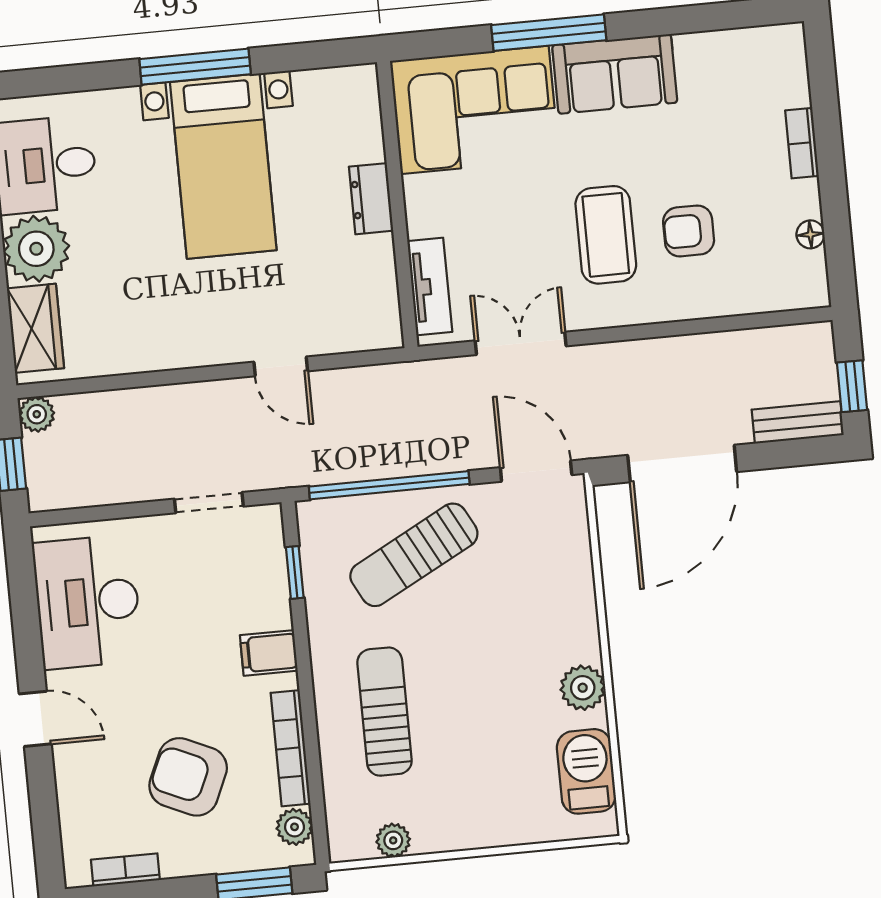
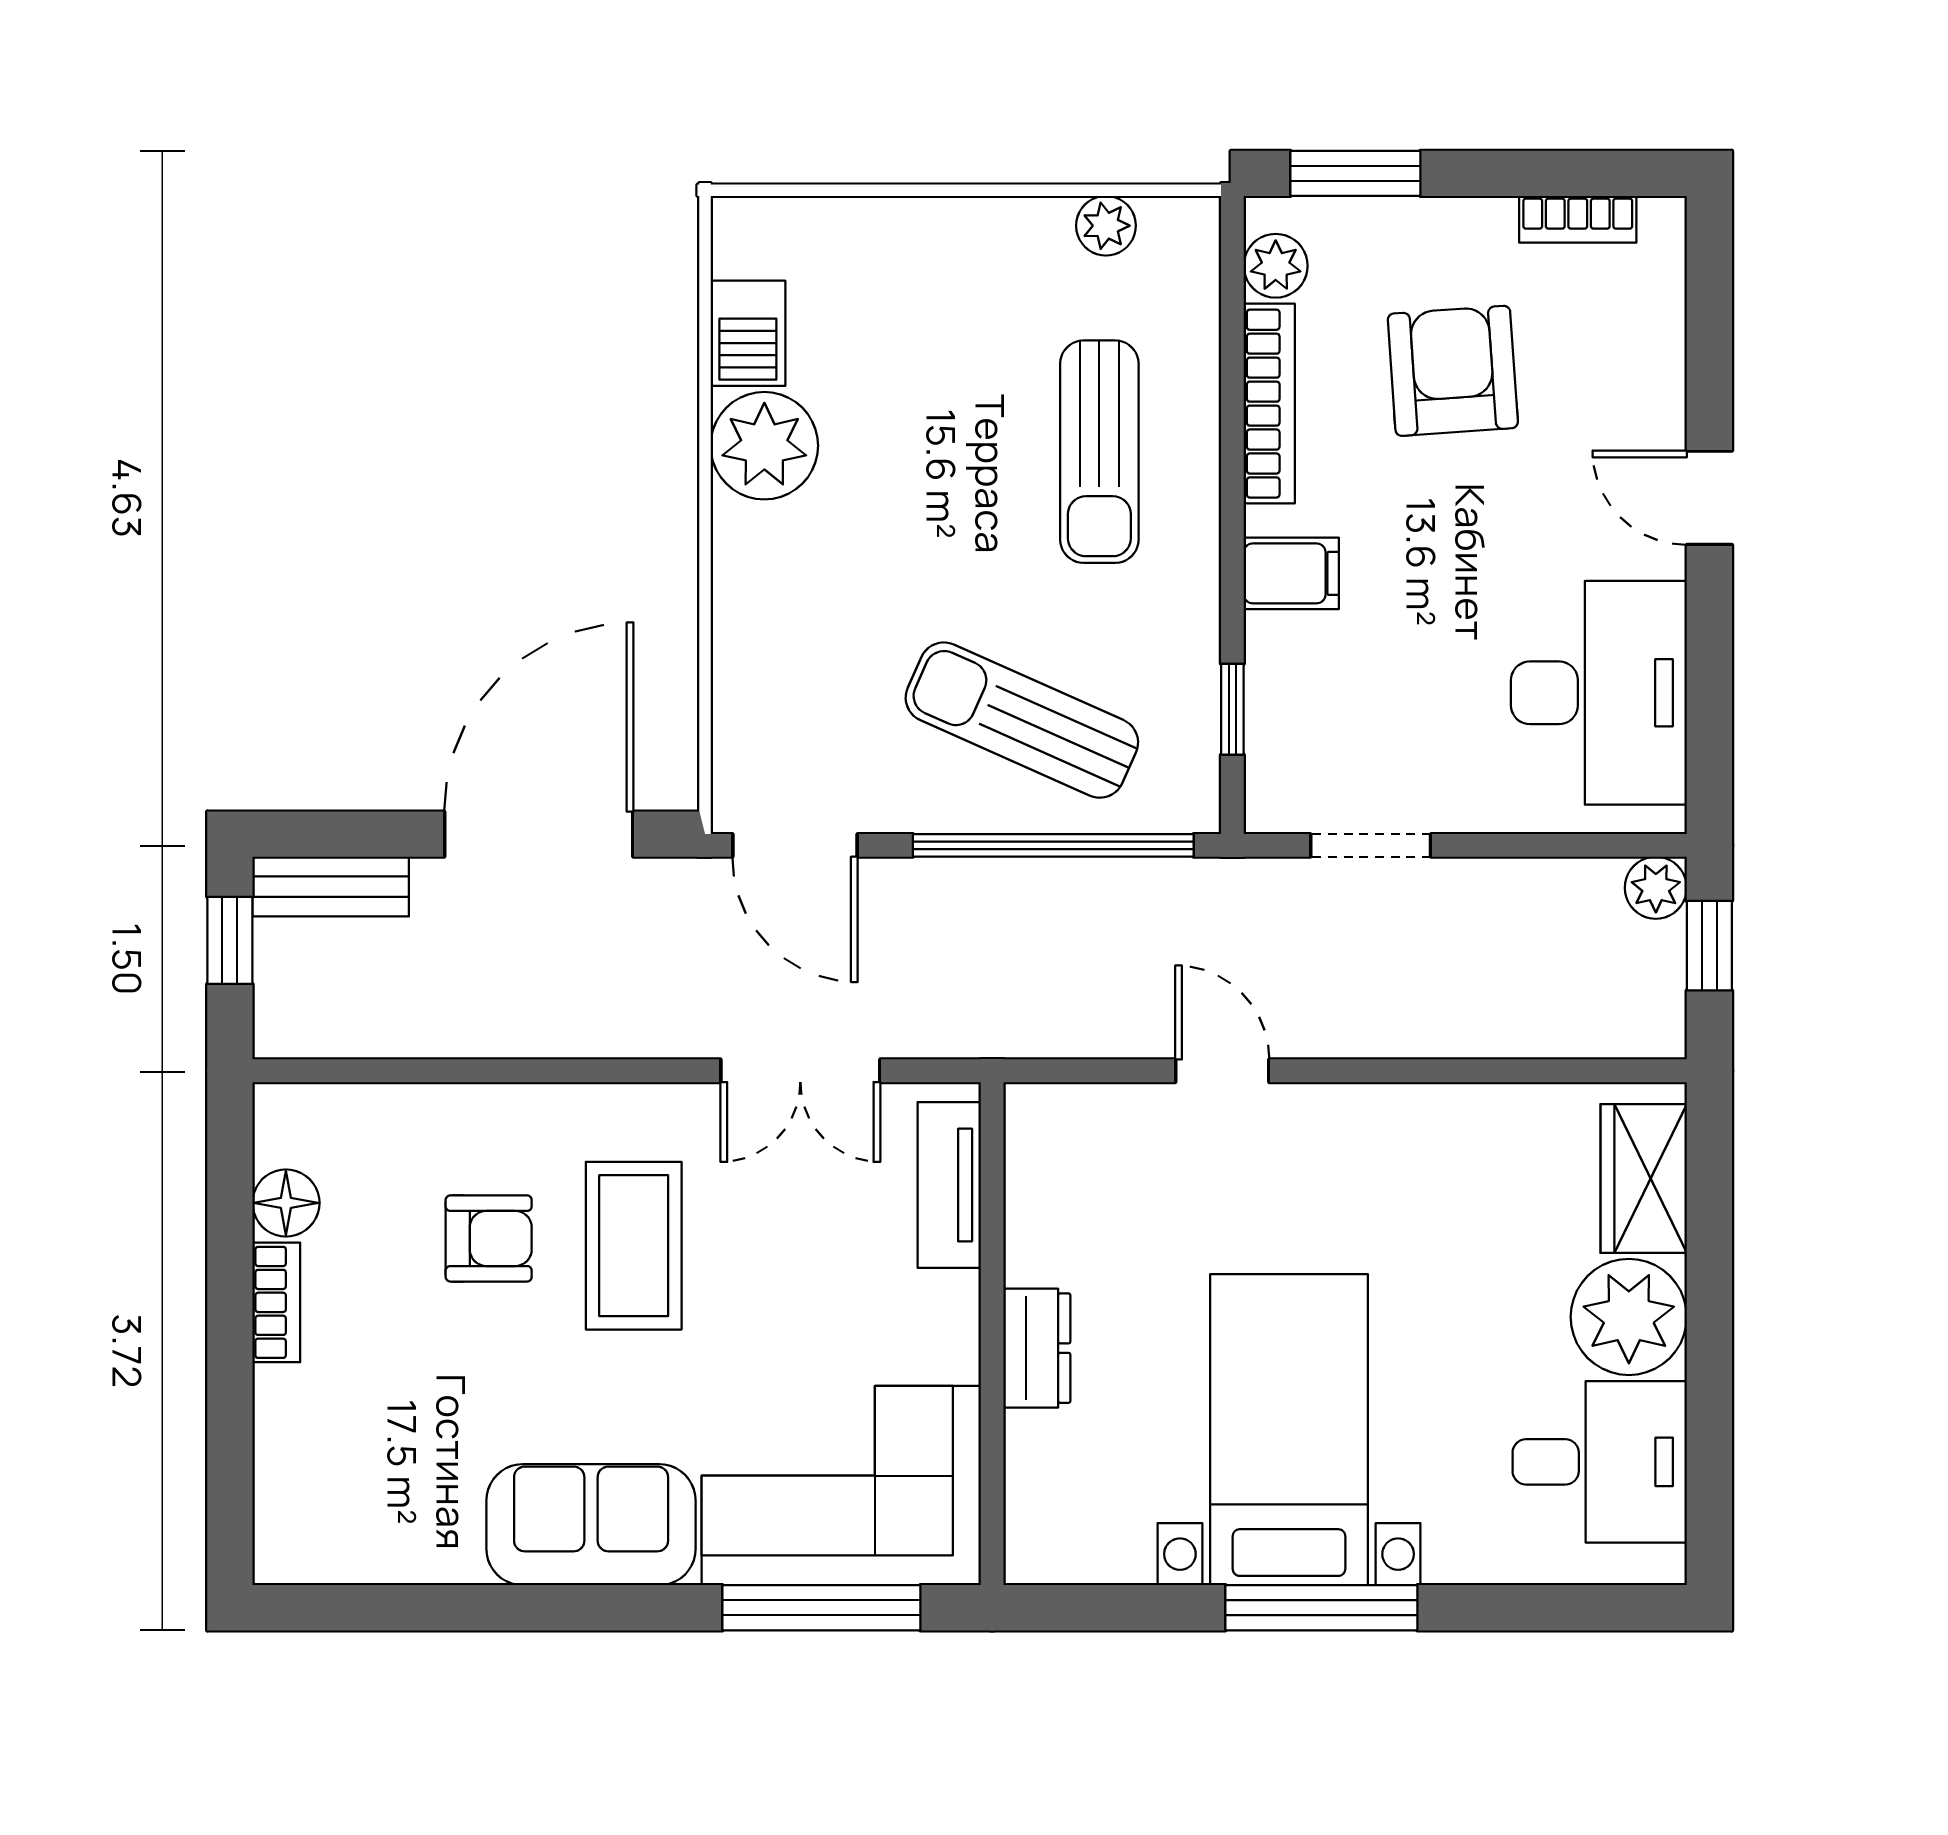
window: (549, 33) -> (821, 1608), moved
bookcase: (802, 143) -> (276, 1302), moved
floor lamp: (810, 234) -> (286, 1203), width x1.37, depth x1.37
plant: (37, 414) -> (1656, 888), moved
sun lounger: (414, 555) -> (1022, 720), turned -128
plant: (583, 688) -> (764, 446), width x1.36, depth x1.36
barbecue: (586, 771) -> (748, 333), width x0.73, depth x0.79
armchair: (188, 777) -> (1453, 371), turned -118

